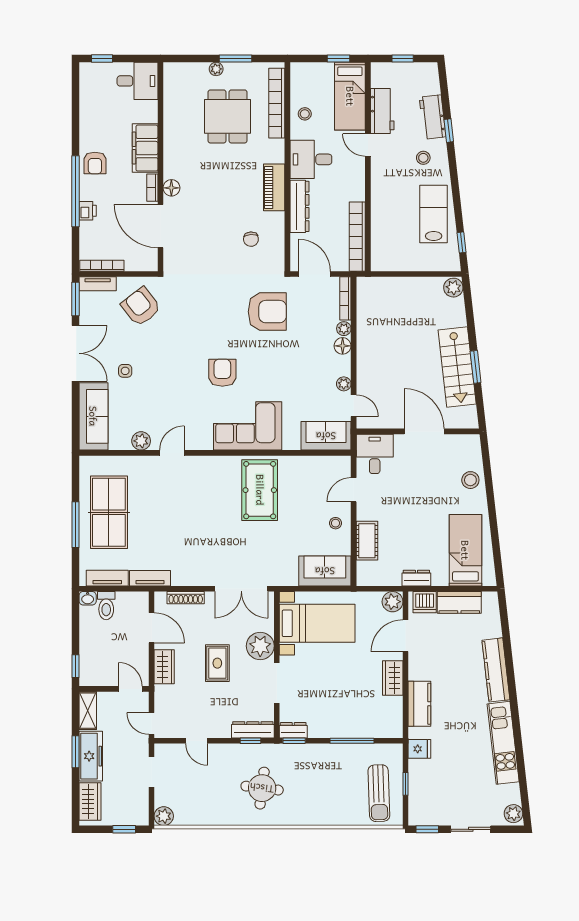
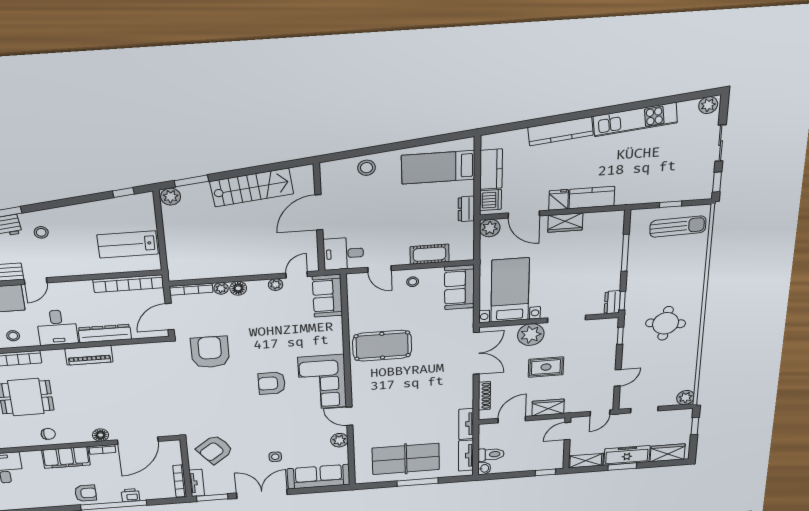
lab bench: (434, 214) -> (128, 244), moved
chair: (251, 239) -> (48, 434), moved
window: (476, 367) -> (191, 181), moved
corner sofa: (248, 426) -> (322, 382), moved
dresser: (253, 730) -> (610, 335), removed
fridge: (419, 749) -> (559, 200), moved

